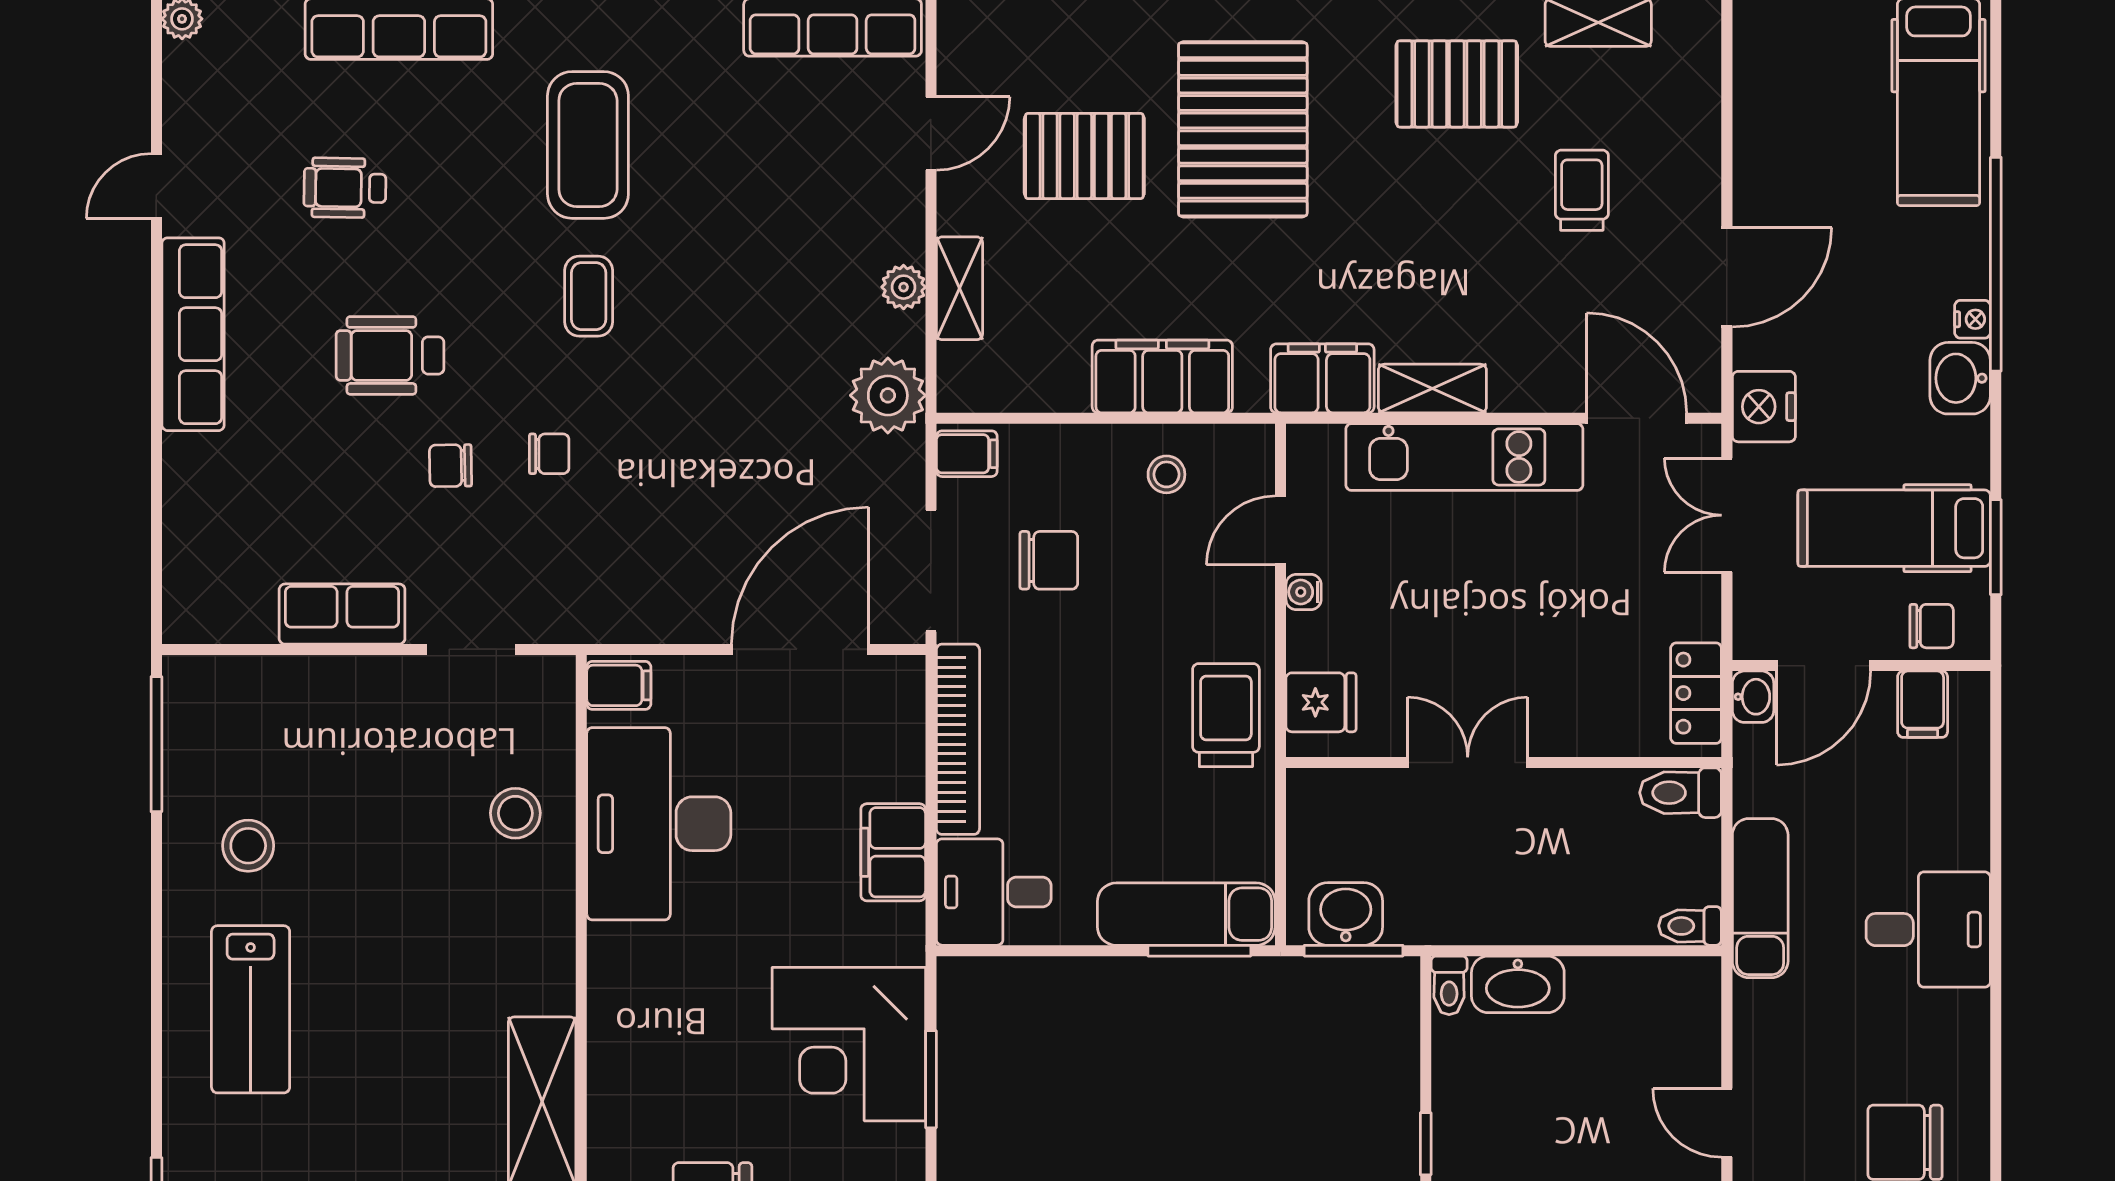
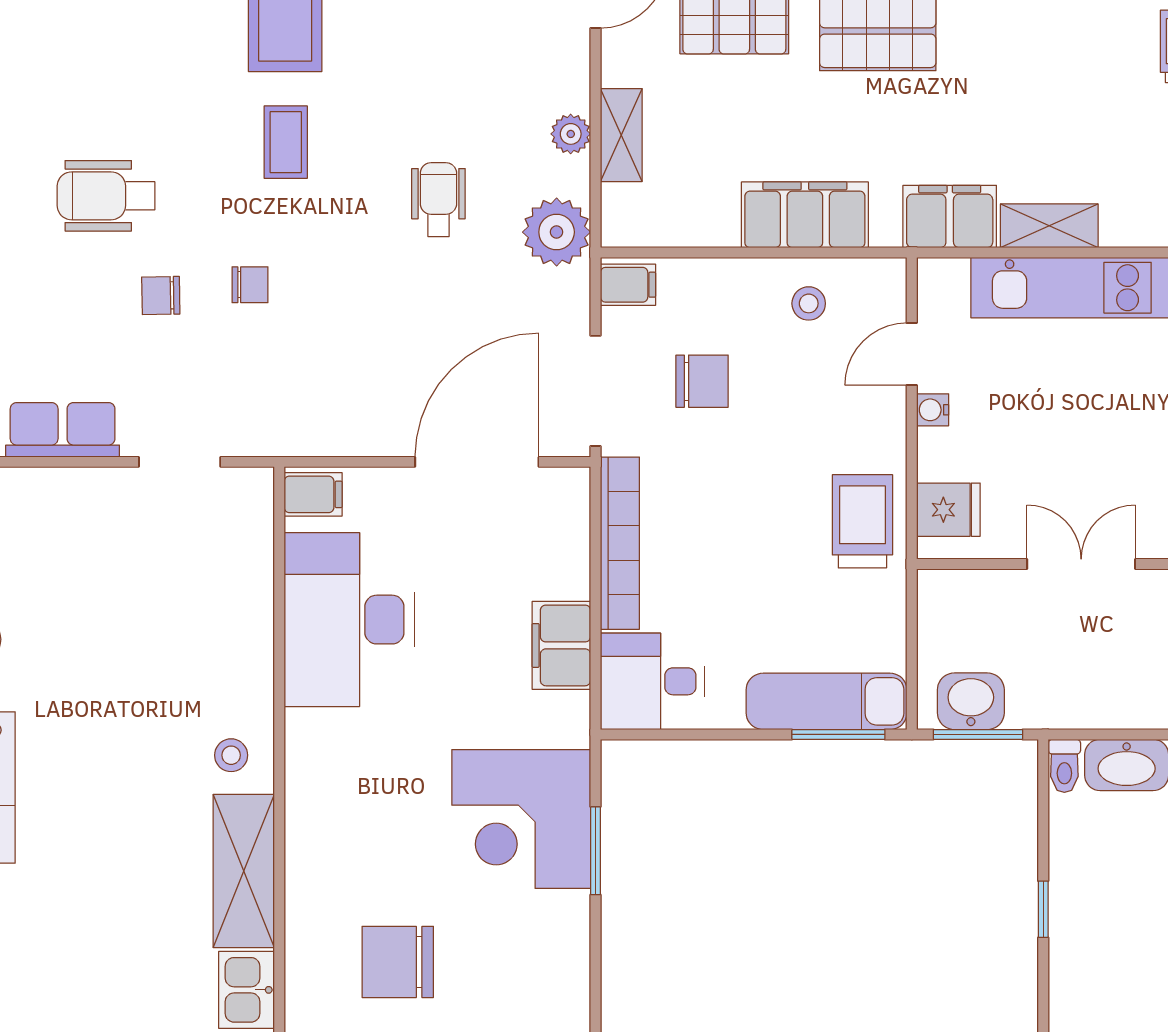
wheelchair: (345, 188) -> (438, 200), moved, turned 89
stool: (515, 813) -> (231, 755), moved, width x0.73, depth x0.73

